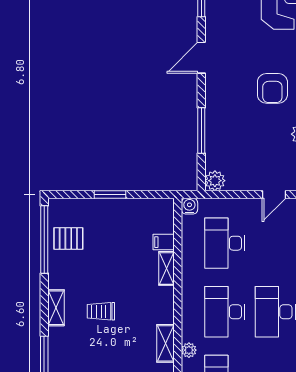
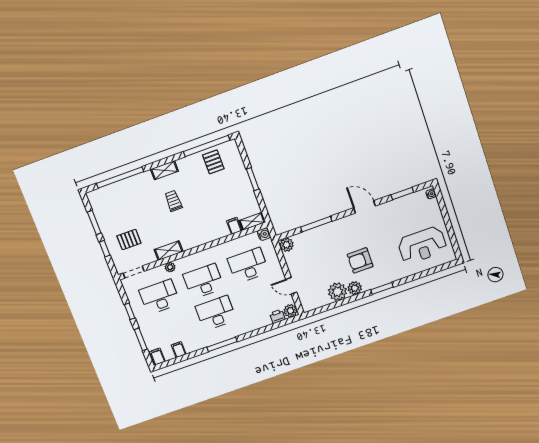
shelving: (166, 268) -> (252, 221), moved

